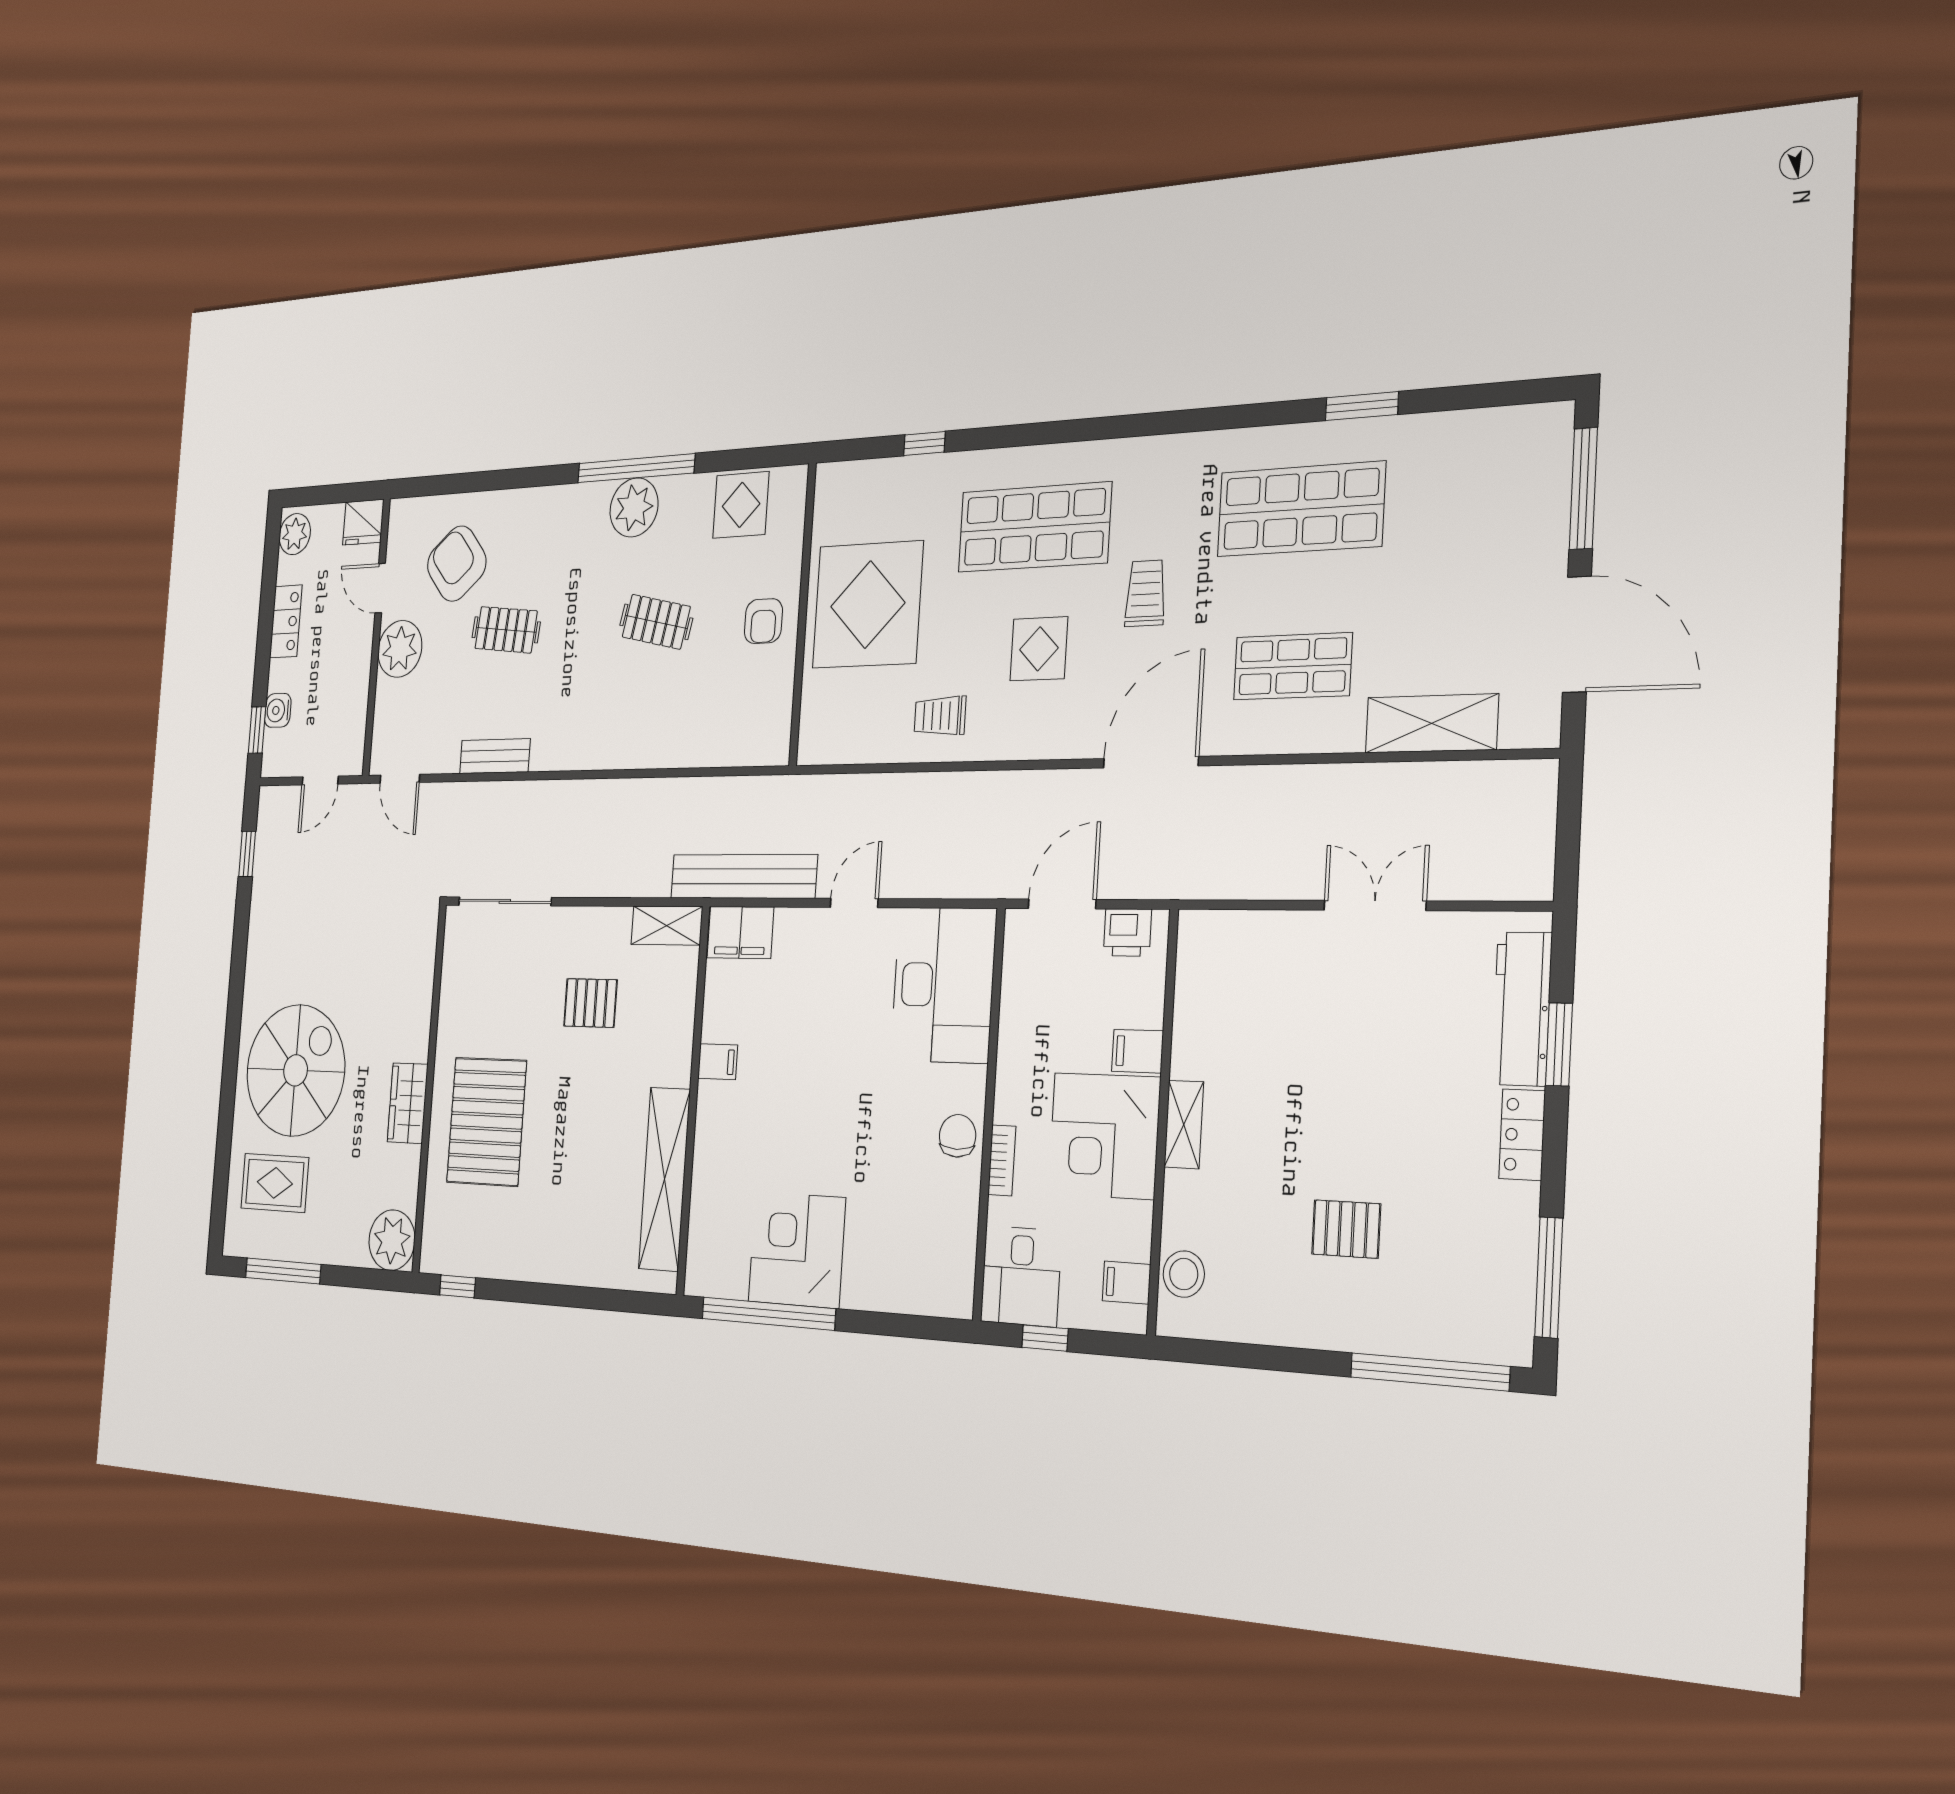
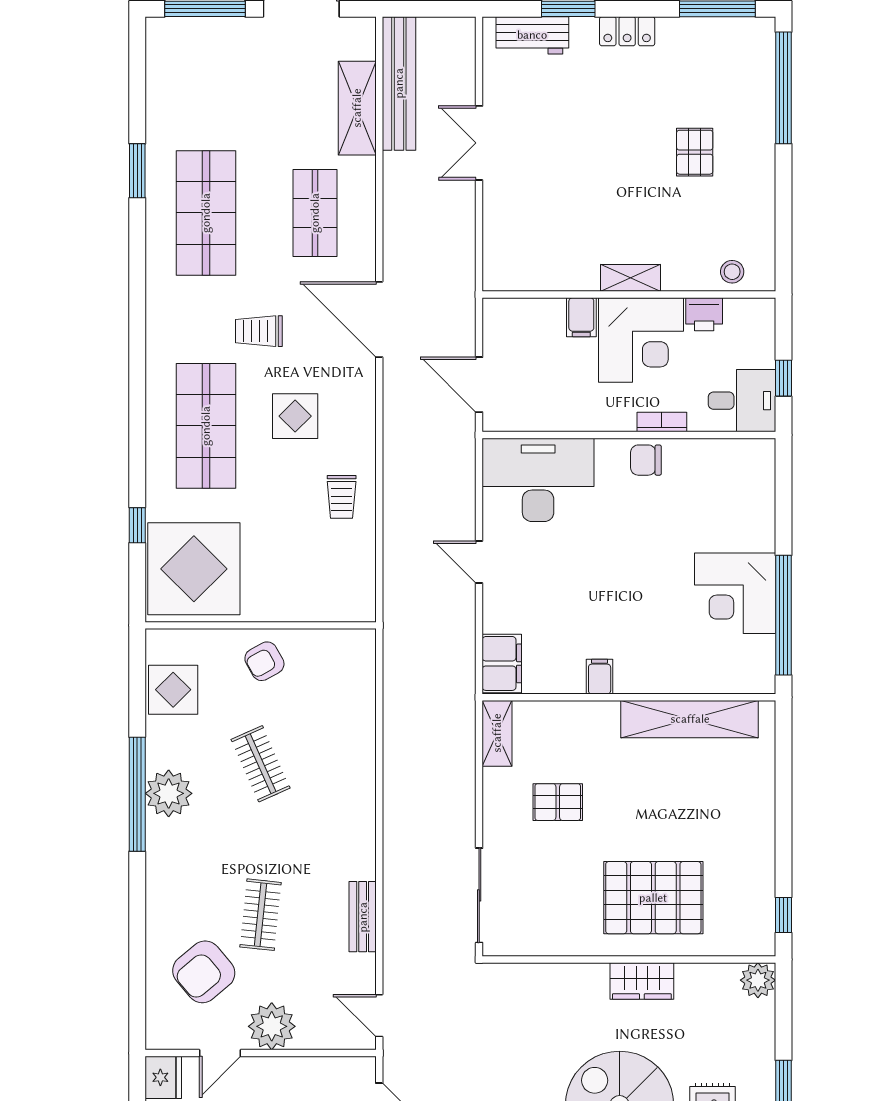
display table: (868, 605) -> (194, 569), moved
armchair: (763, 621) -> (264, 661), turned 151
clothes rail: (656, 622) -> (261, 764), turned -36
door: (400, 779) -> (379, 1016), swing flipped
bench: (743, 876) -> (399, 83), moved
printer: (1127, 932) -> (704, 314), moved, turned 90
pallet: (590, 1003) -> (558, 802), turned 90
workbench: (1522, 1009) -> (532, 35), width x0.73
plant: (392, 1240) -> (758, 980), width x0.73, depth x0.73
stool: (1184, 1274) -> (732, 272), width x0.73, depth x0.73
filing cabinet: (1126, 1283) -> (741, 316), removed

